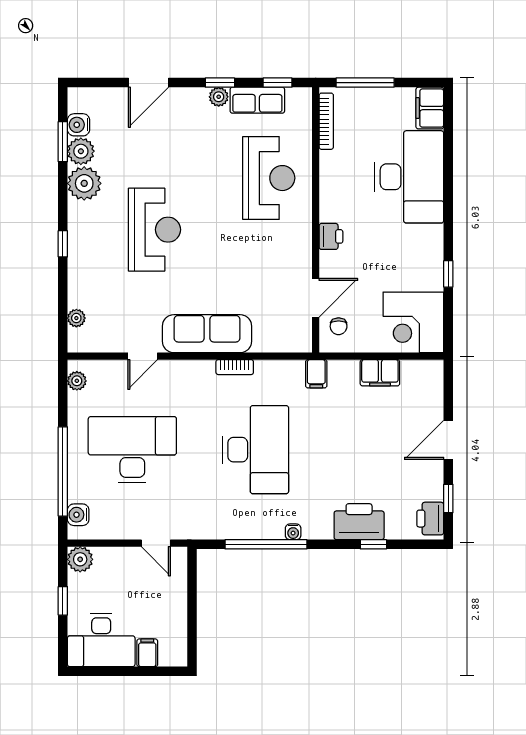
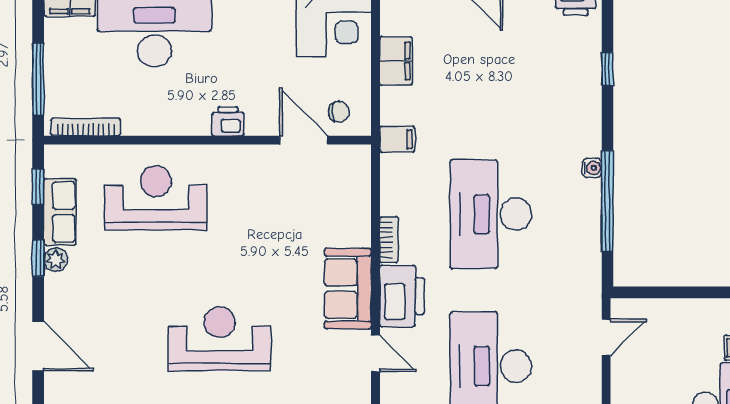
sofa: (207, 334) -> (348, 289), width x0.73
desk: (256, 450) -> (491, 214), turned -90
printer: (359, 522) -> (402, 296), moved, turned 180

